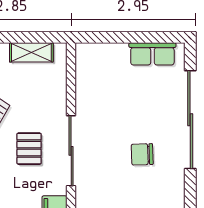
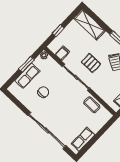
coffee table: (89, 89) -> (92, 105), added
chair: (142, 154) -> (43, 92), moved

